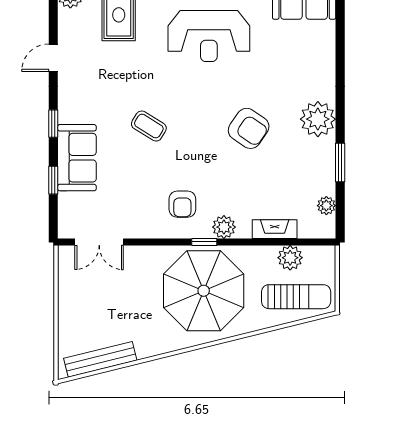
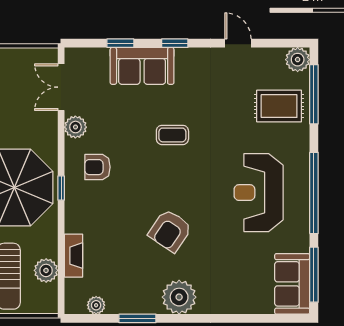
coffee table: (149, 126) -> (172, 135), turned 58
plant: (224, 227) -> (75, 127), moved

